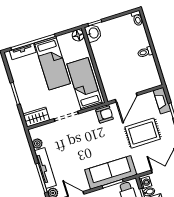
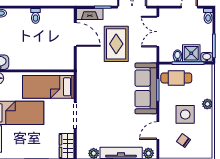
door: (126, 97) -> (75, 34), moved
armchair: (105, 114) -> (86, 76), removed
washing machine: (145, 182) -> (167, 57), removed

